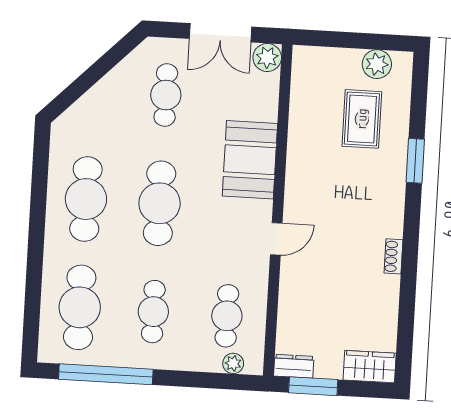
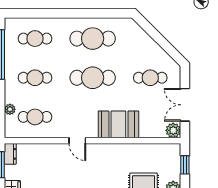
window: (333, 39) -> (185, 165), added
cafe table: (80, 307) -> (35, 39), width x0.73, depth x0.74
plant: (233, 363) -> (10, 109), moved

